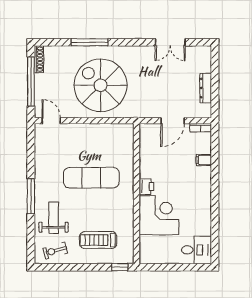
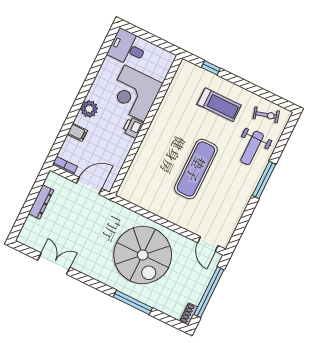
shoe rack: (39, 59) -> (189, 314), width x0.70
exercise mat: (91, 178) -> (196, 169), turned 90
plant: (204, 184) -> (89, 109), added
printer: (146, 186) -> (133, 127), moved
wall: (137, 194) -> (146, 125), moved
corner desk: (159, 215) -> (134, 93), moved

